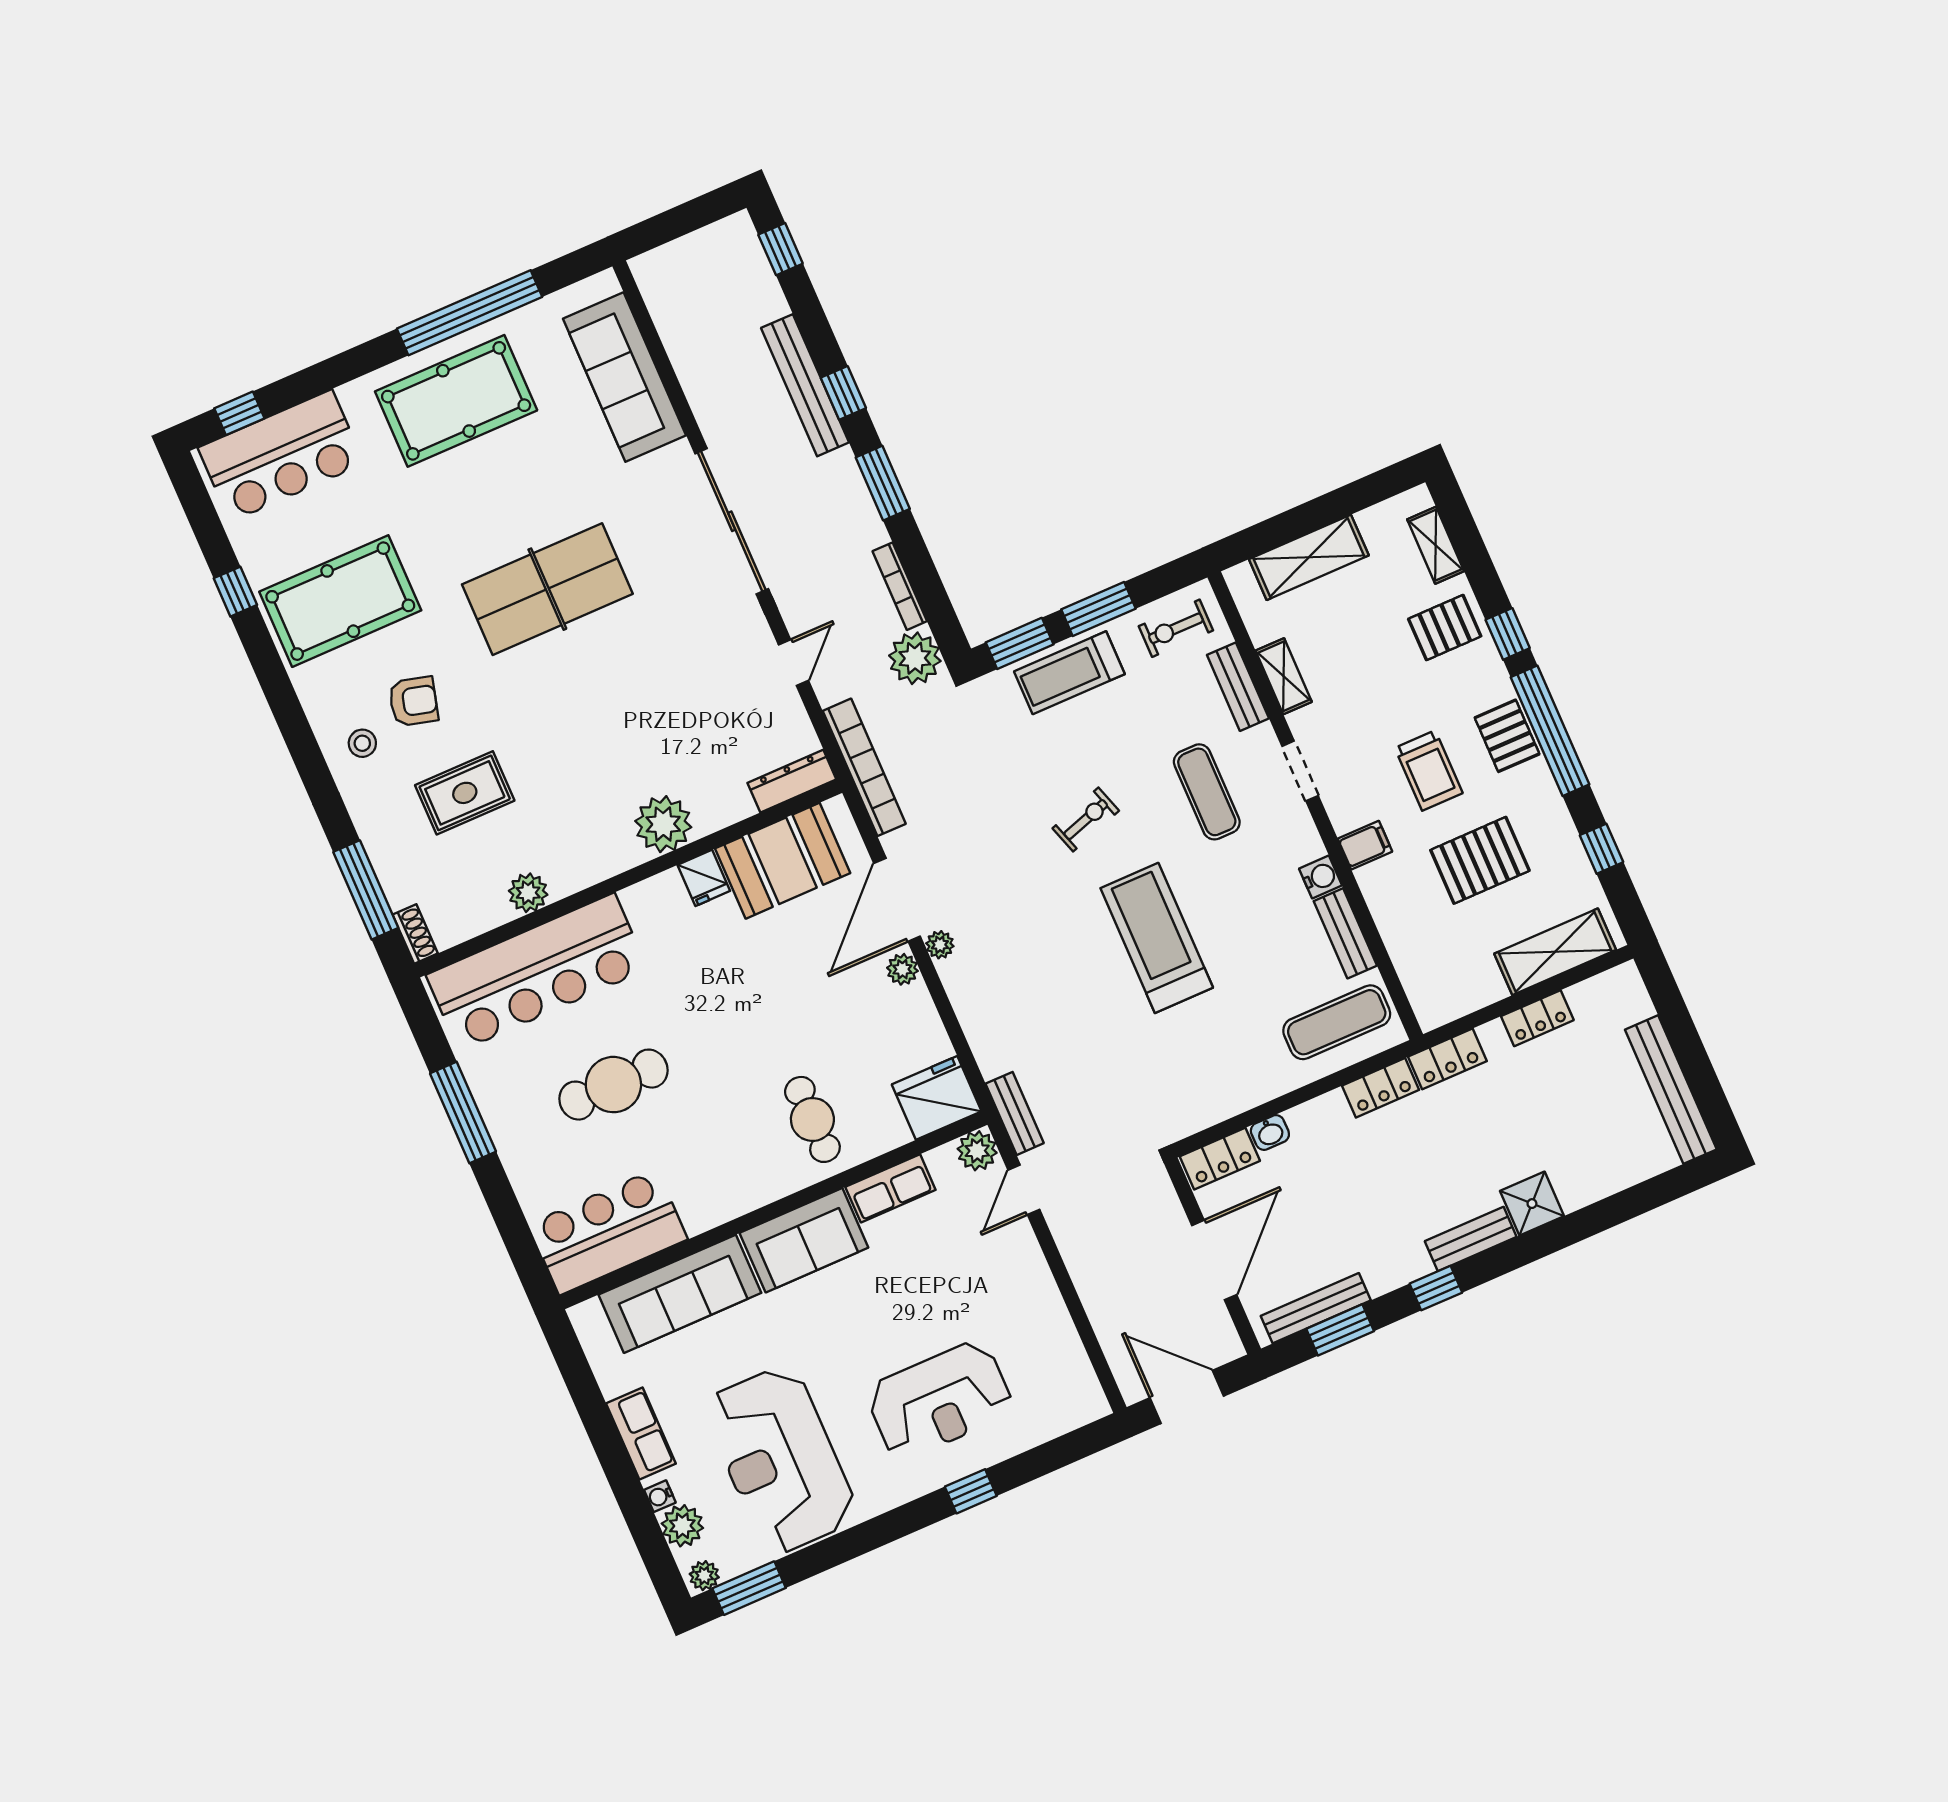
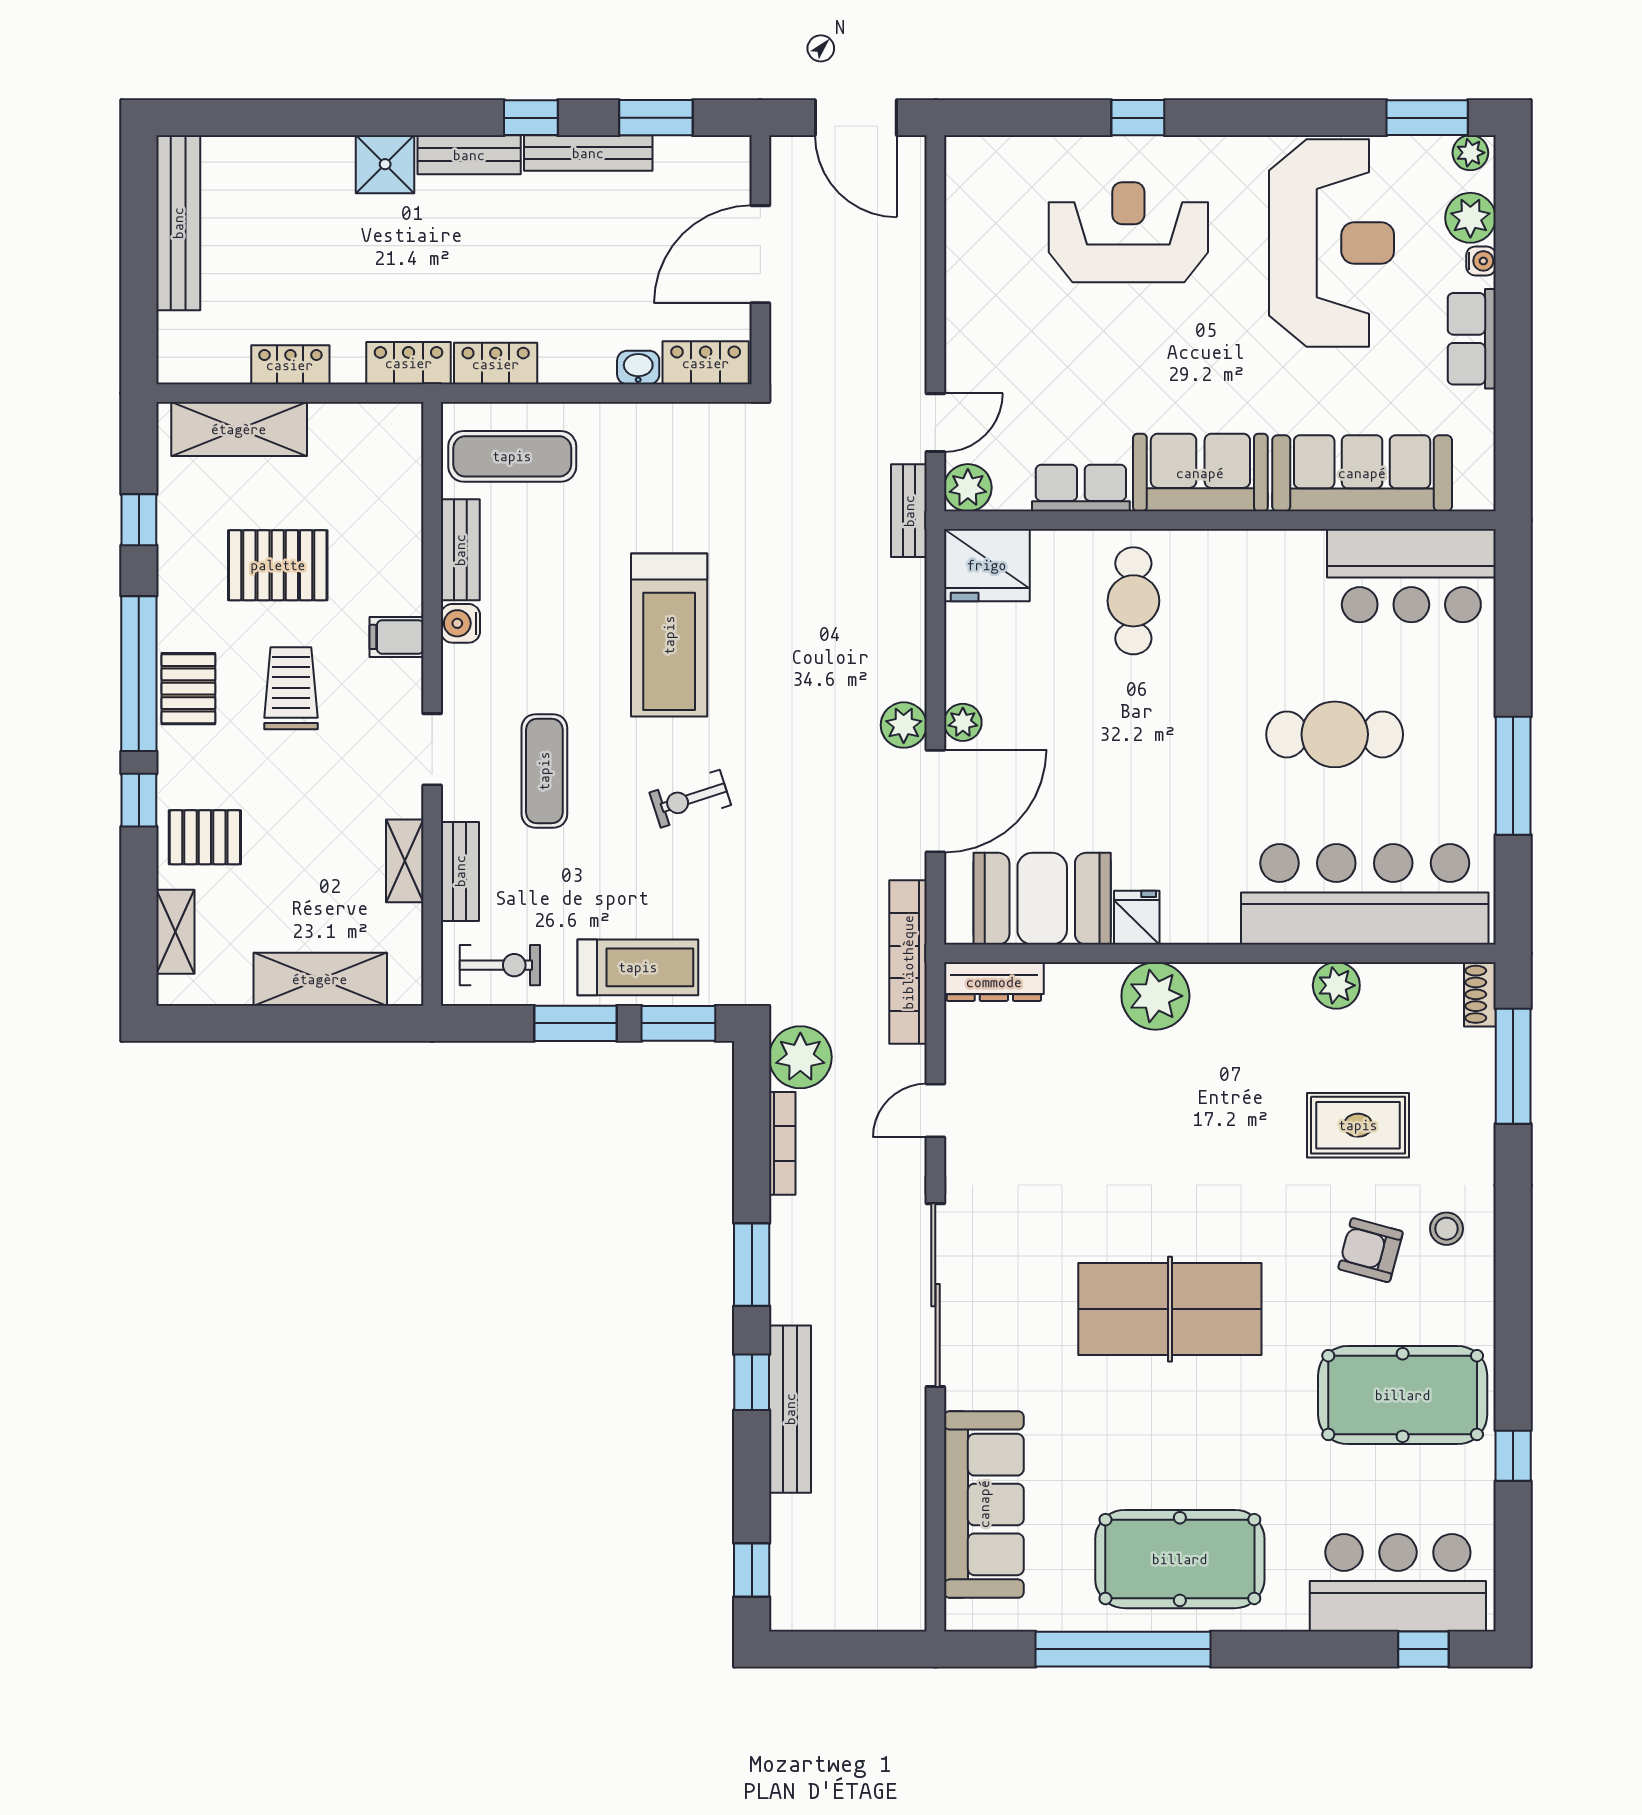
plant: (940, 945) -> (904, 725), width x1.38, depth x1.38
bench: (1316, 1308) -> (588, 153), moved

